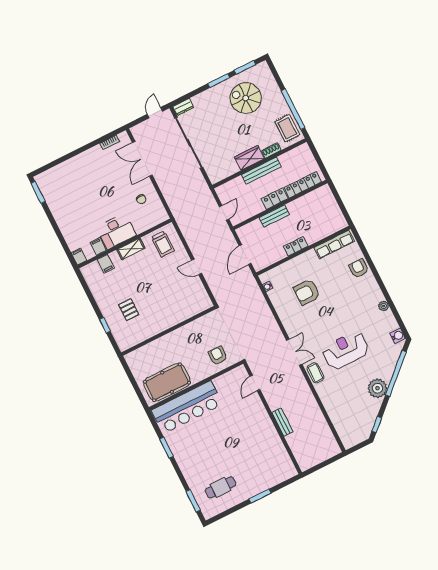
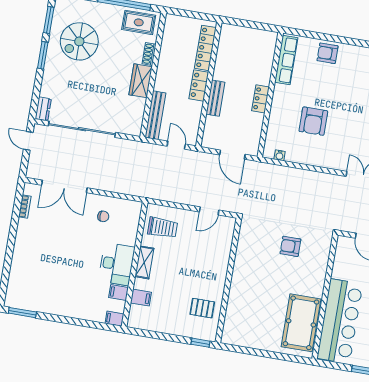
bench: (261, 171) -> (155, 115), moved
wall: (169, 331) -> (228, 280), moved
armchair: (218, 356) -> (290, 246), moved

